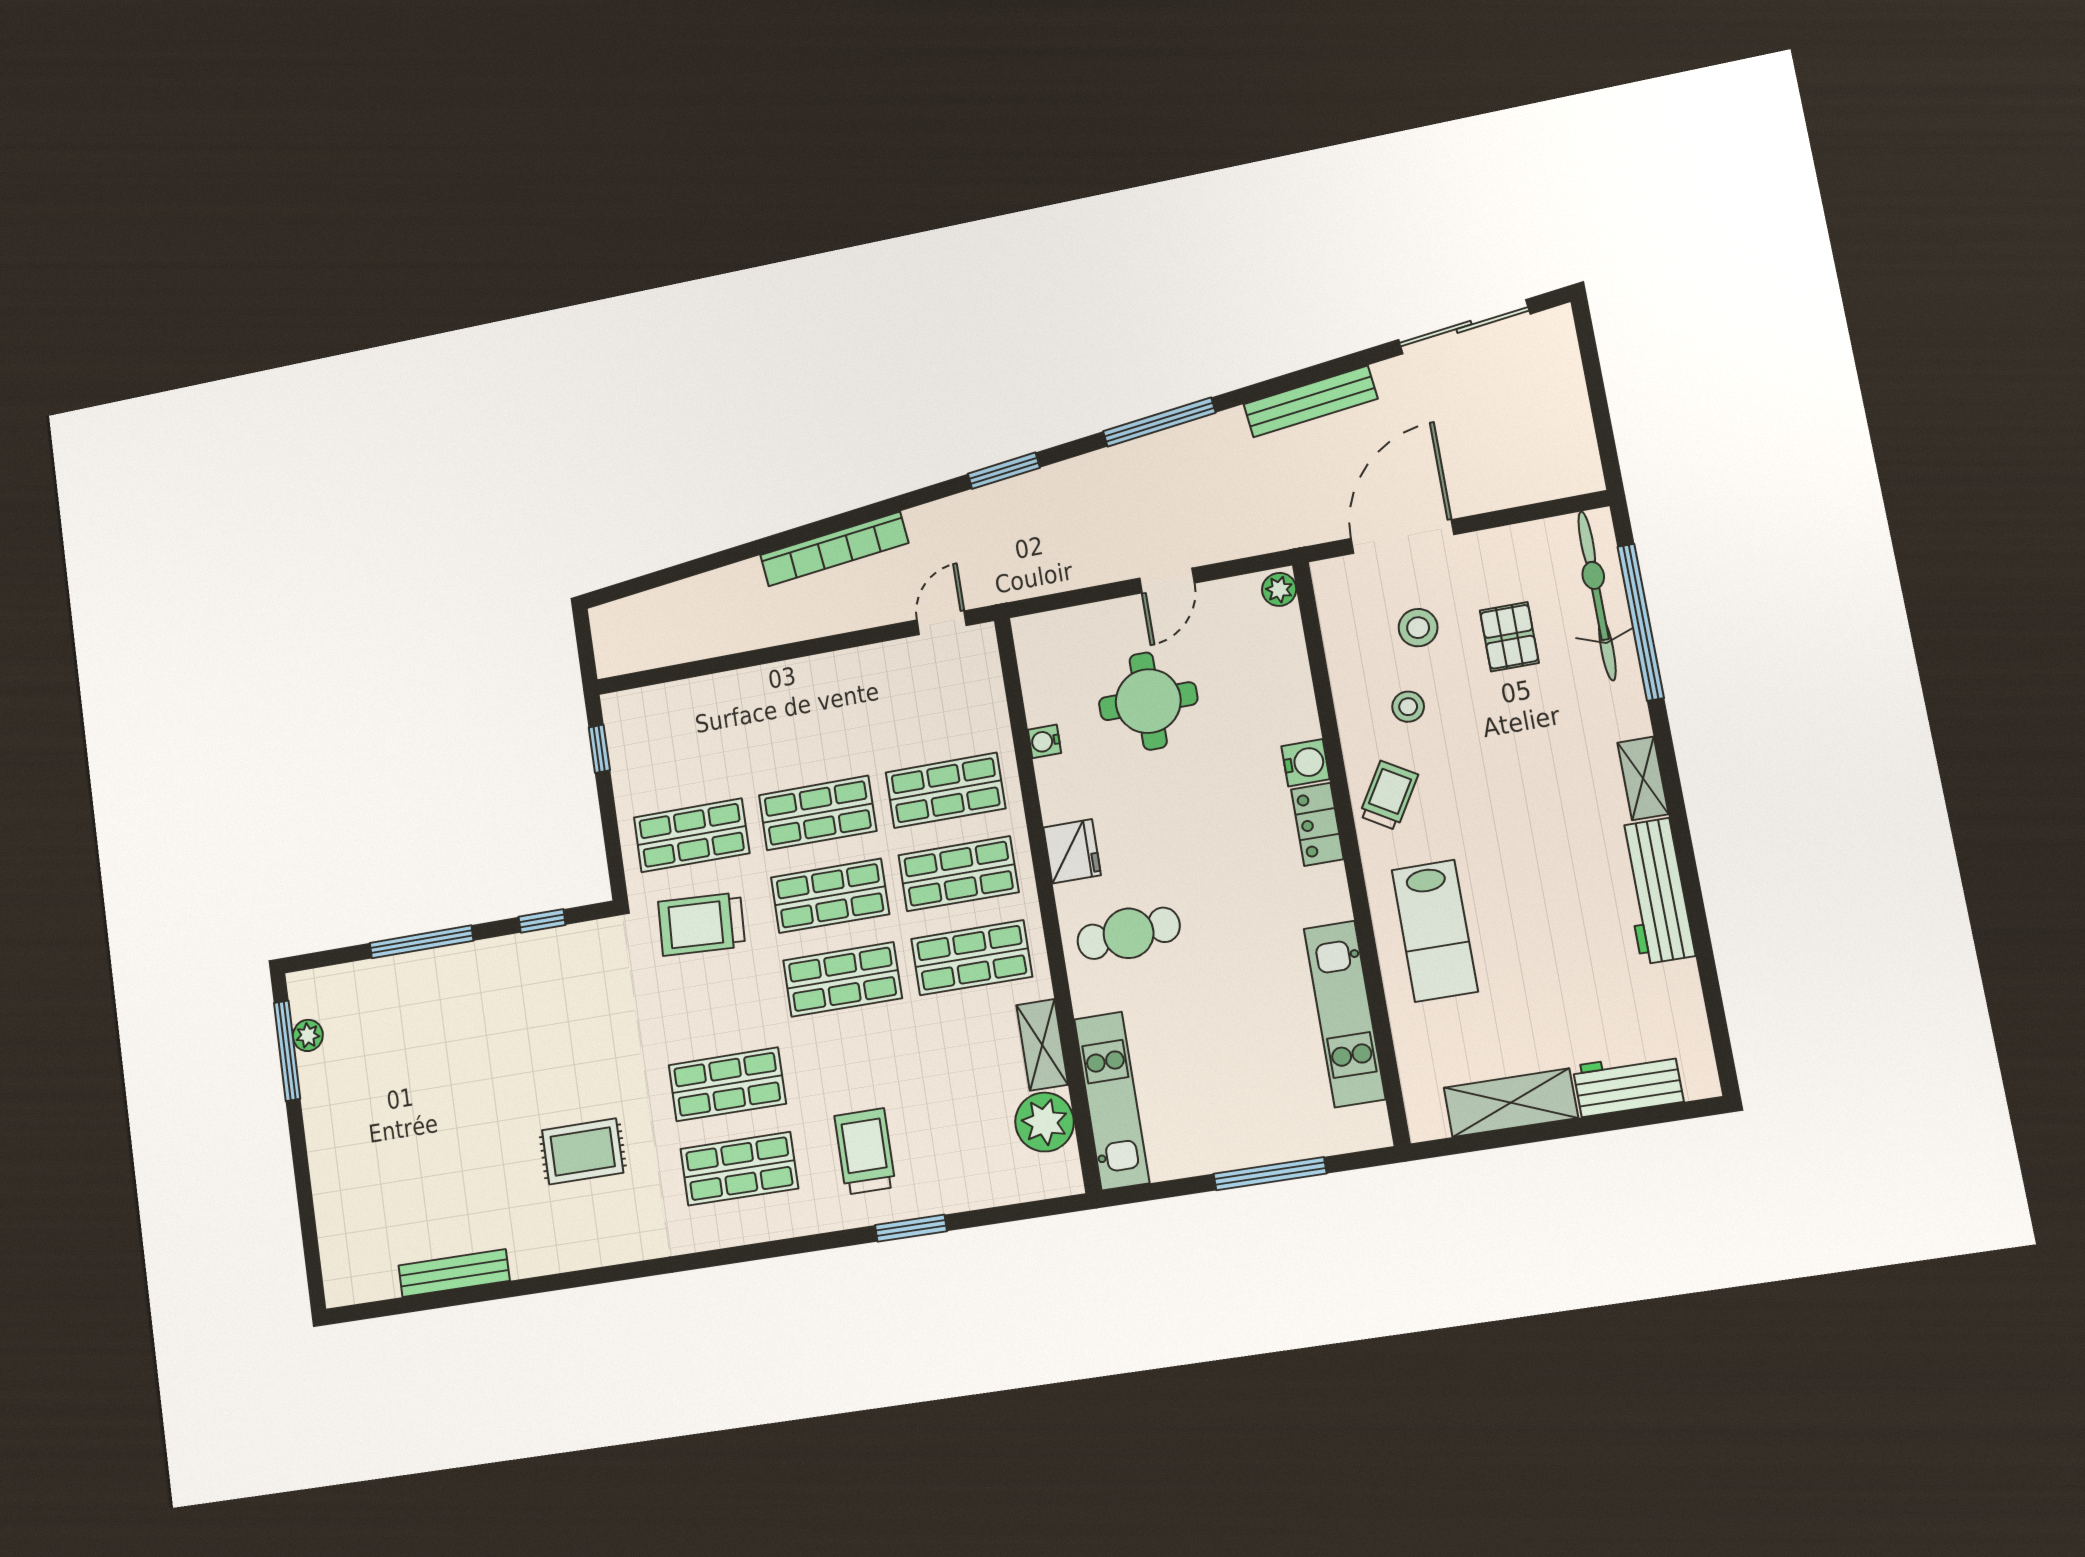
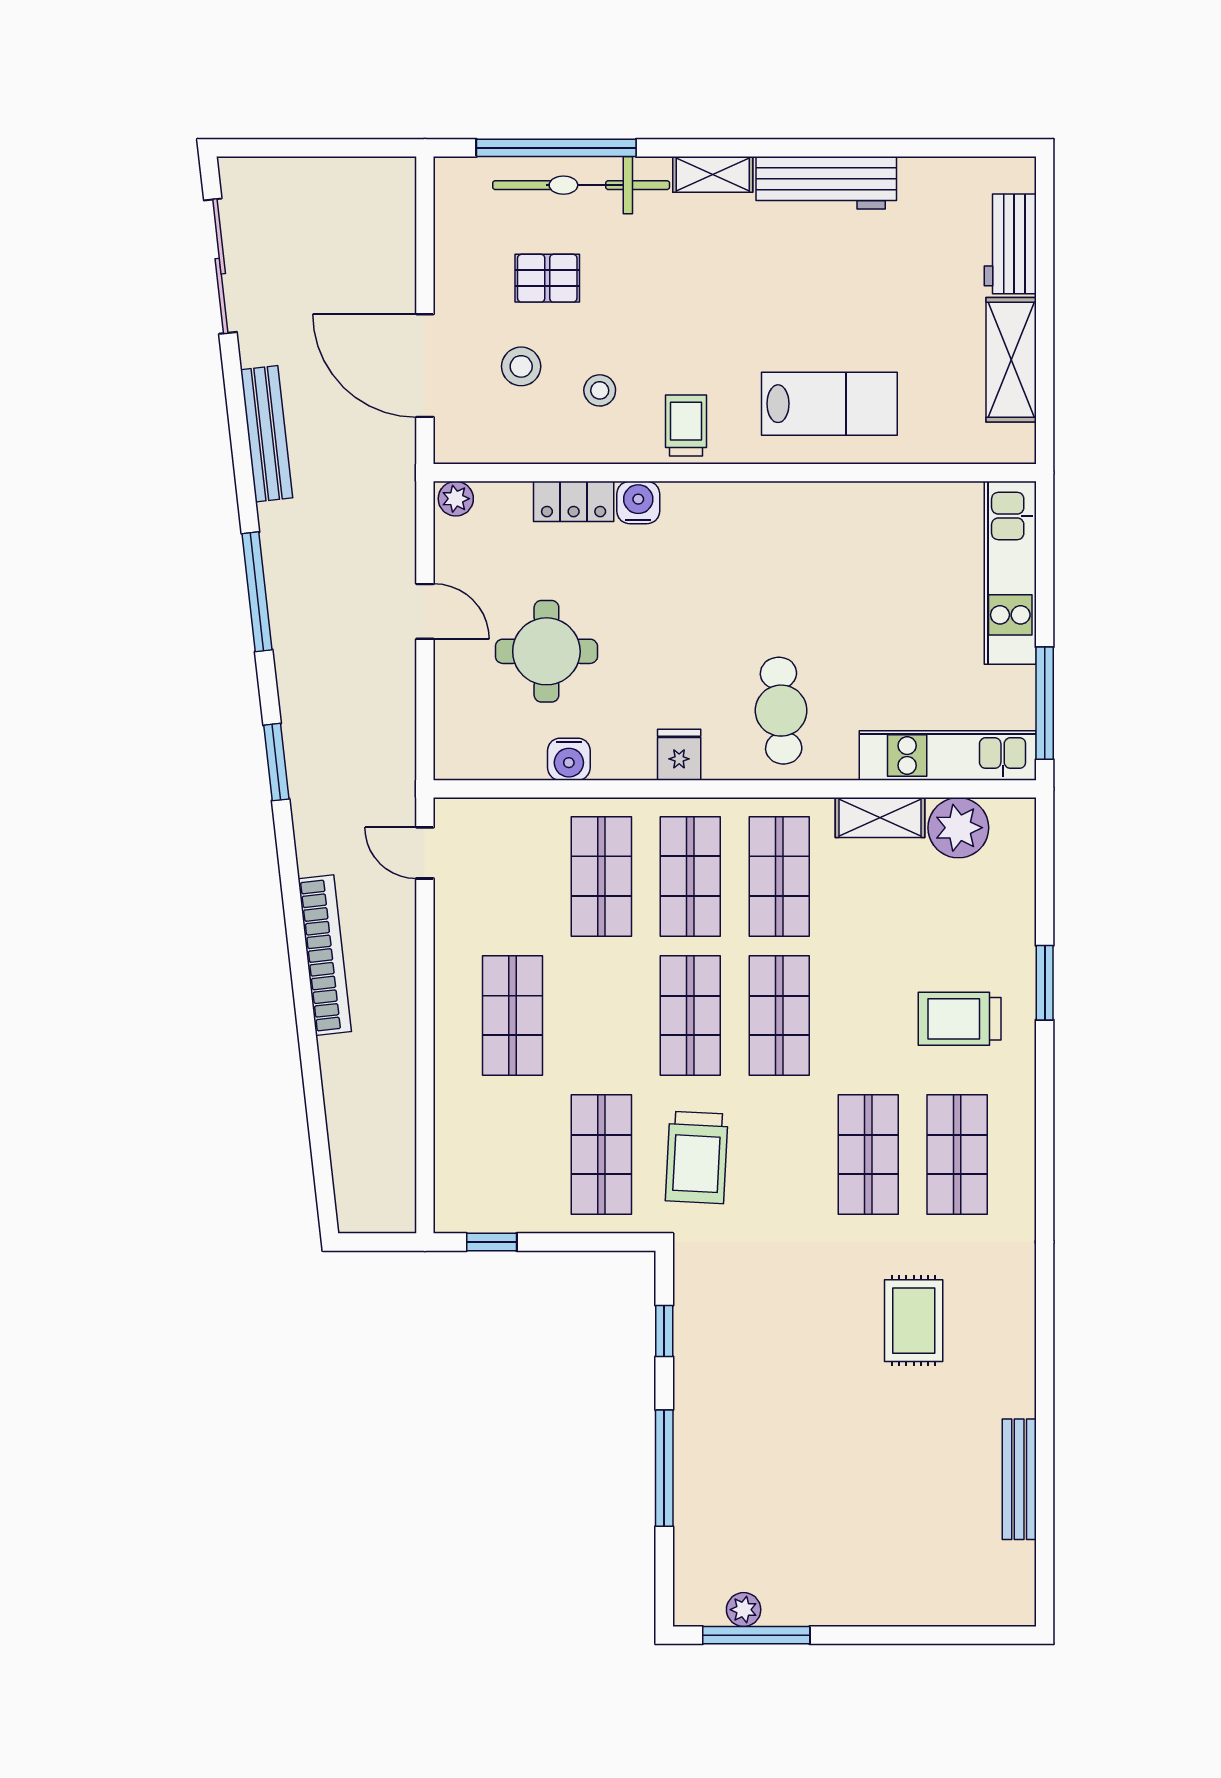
bicycle: (1597, 596) -> (581, 185), moved
water cooler: (1044, 741) -> (569, 759), width x1.38, depth x1.38
trolley: (1389, 795) -> (686, 425), turned 59
shop shelf: (818, 813) -> (512, 1015), moved
locker: (1317, 824) -> (574, 501), moved
fridge: (1072, 851) -> (679, 755), width x0.72
kitchen unit: (1345, 1014) -> (1010, 573), moved, turned 90
window: (1270, 1174) -> (1045, 703), moved

